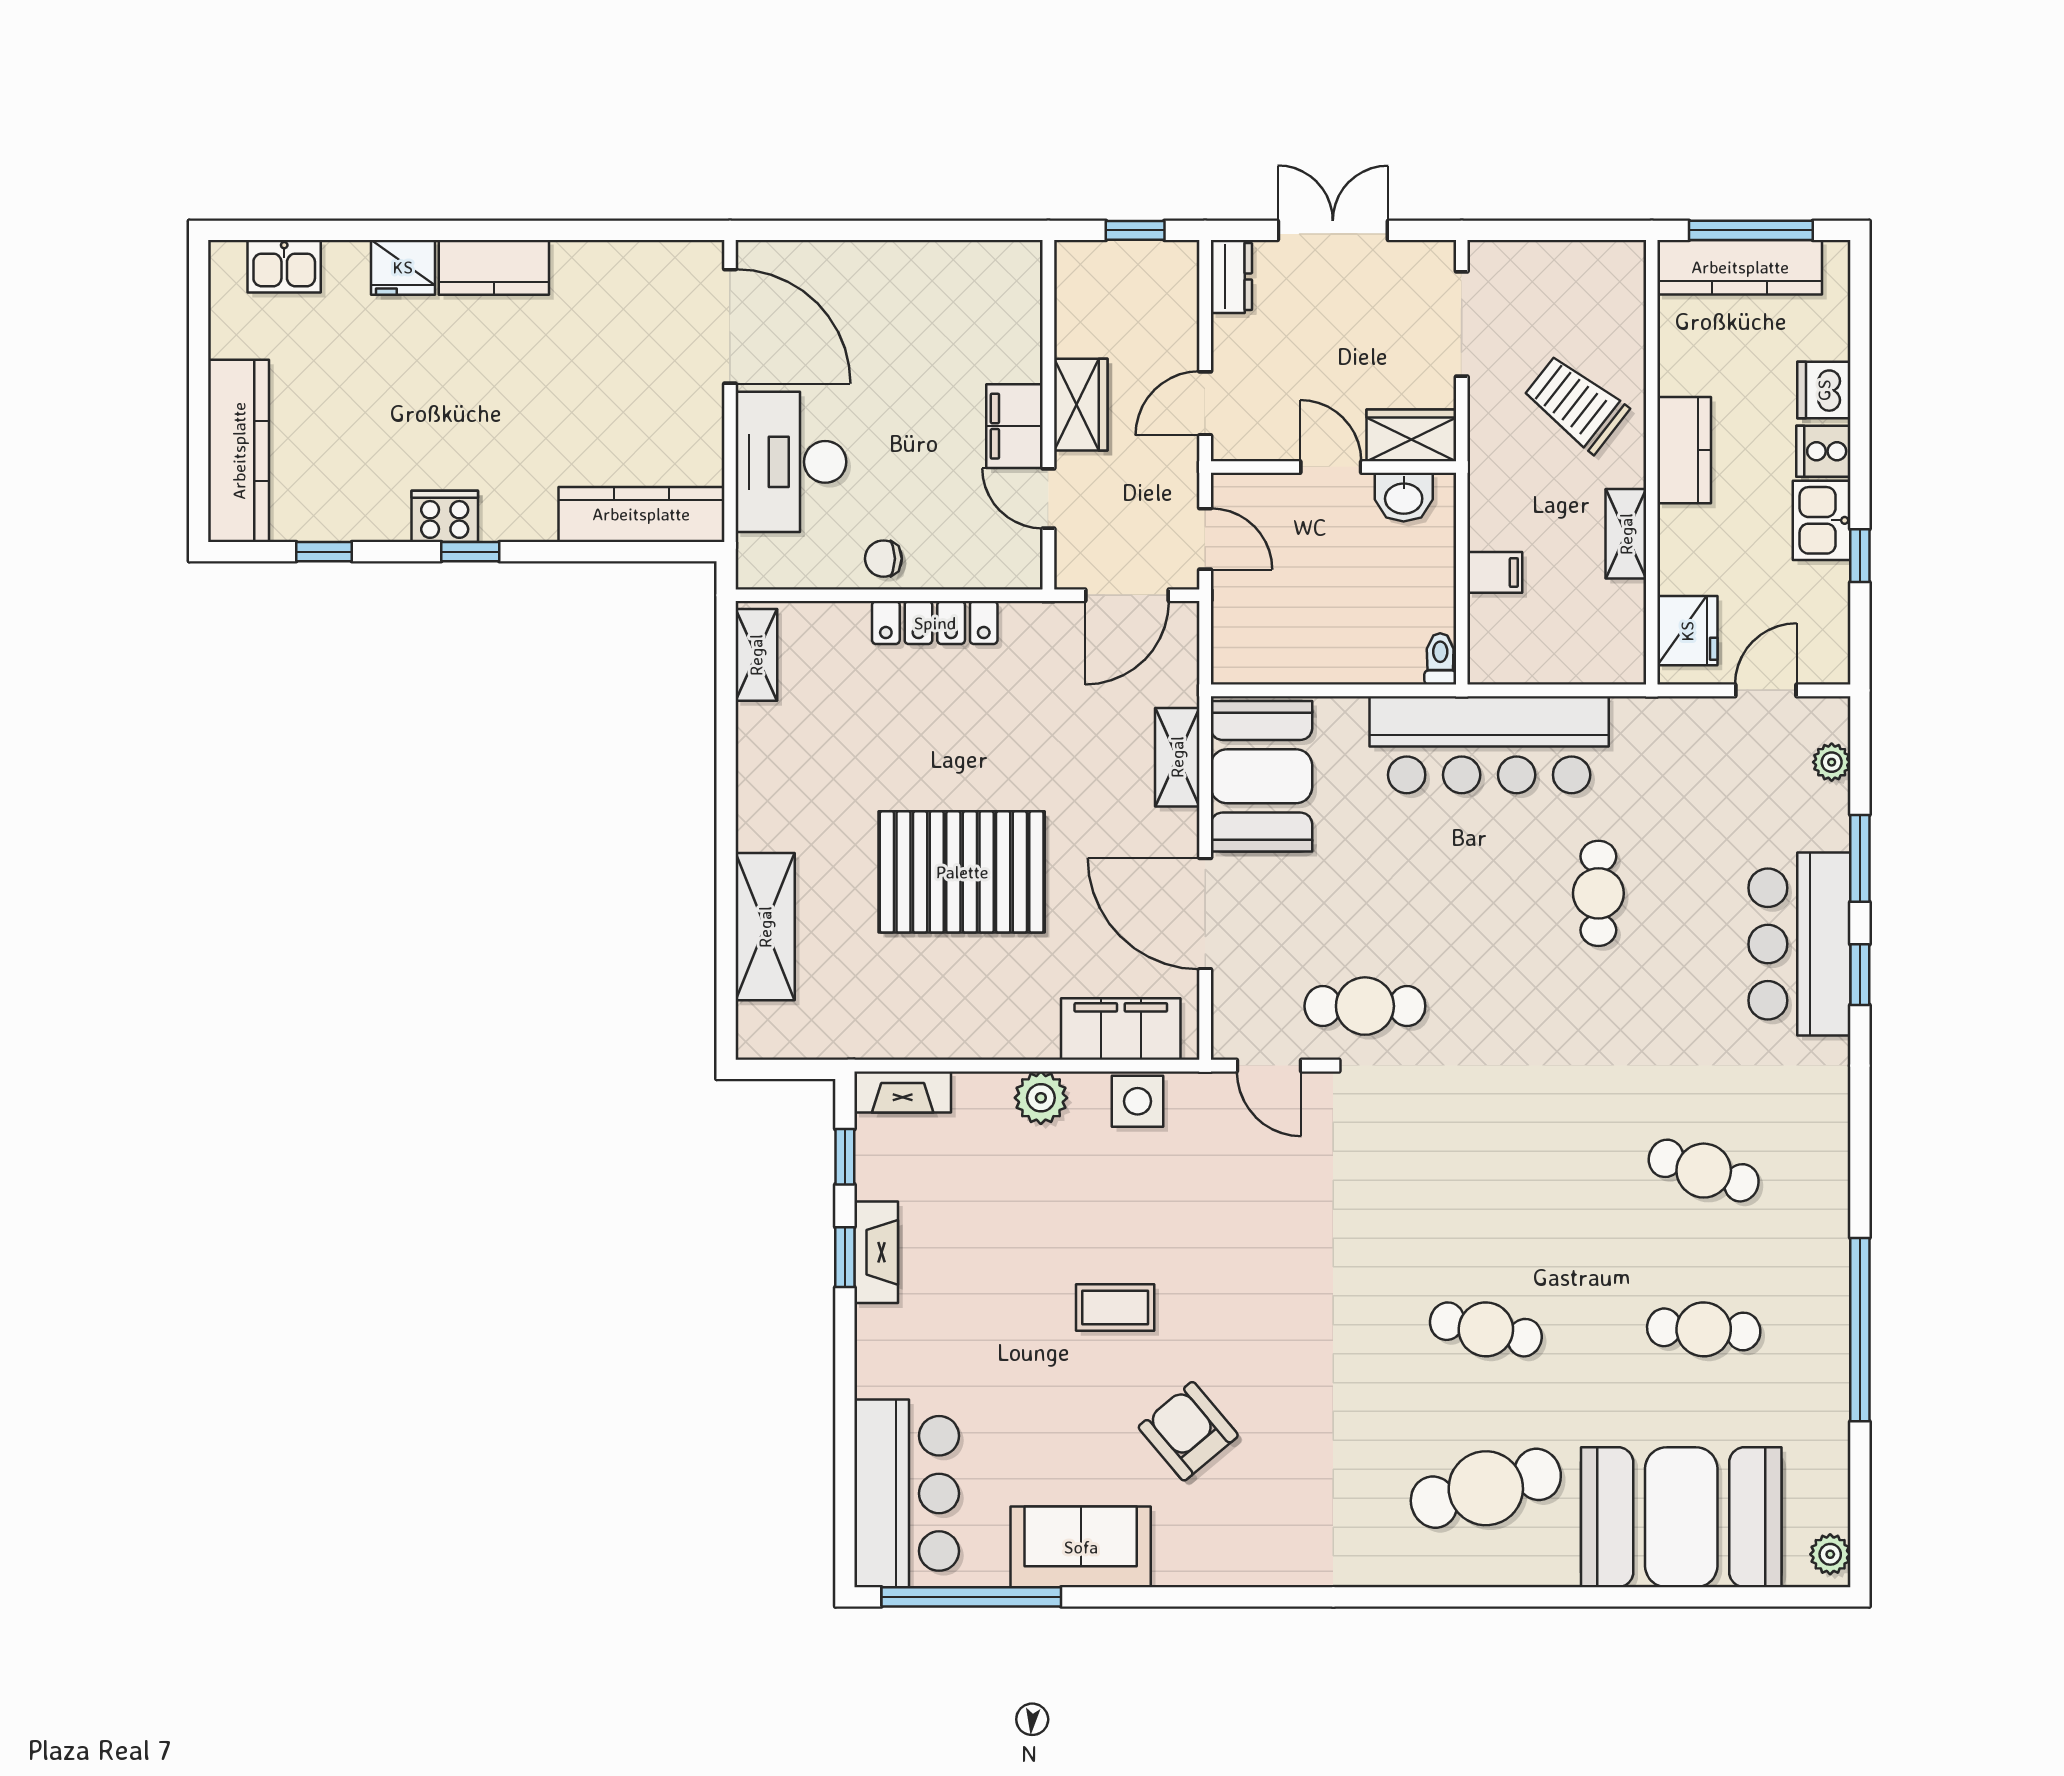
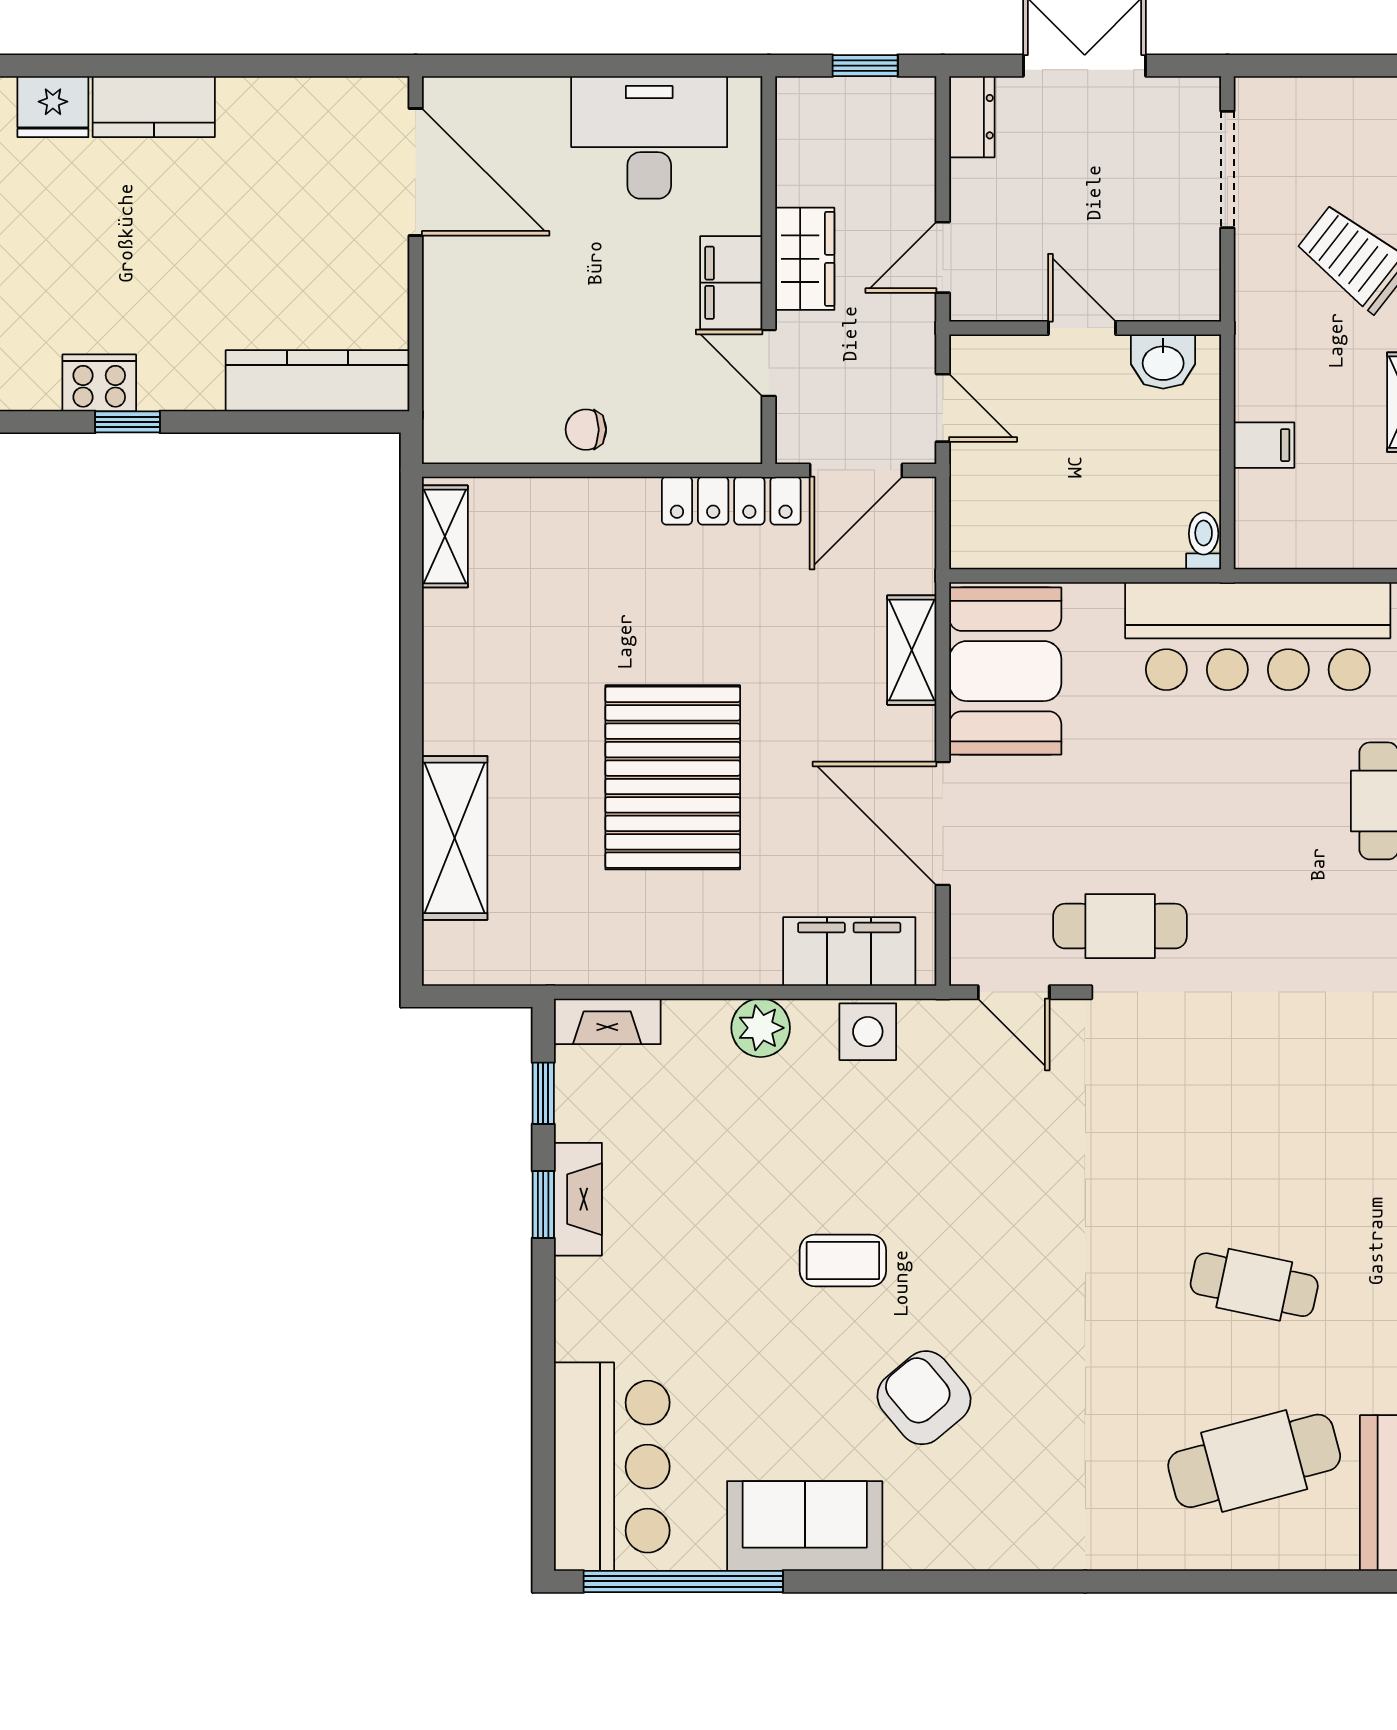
wardrobe: (1411, 435) -> (1171, 293), removed
desk: (791, 462) -> (649, 137), moved, turned 90
locker: (935, 623) -> (731, 501), moved
pallet: (962, 872) -> (673, 777), turned 90

